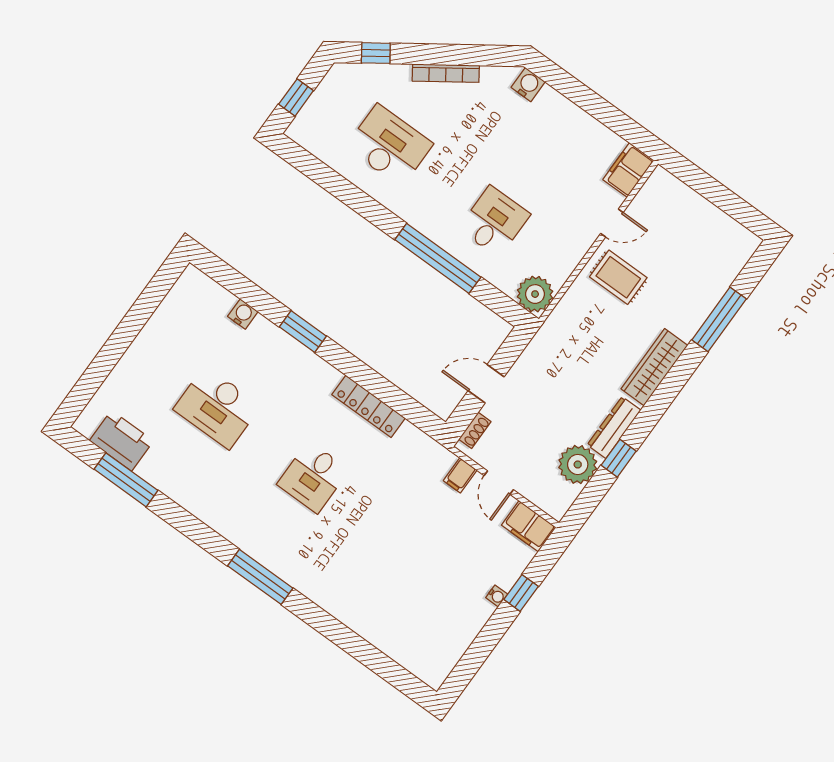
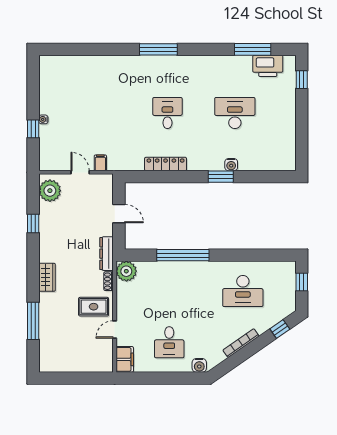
desk: (494, 221) -> (169, 342), moved
water cooler: (243, 314) -> (231, 165), moved
wardrobe: (654, 367) -> (47, 277), width x0.67
door: (486, 384) -> (119, 214), hinge flipped
window: (87, 386) -> (302, 80), added
dresser: (614, 427) -> (107, 254), moved, turned 180
shoe rack: (475, 430) -> (109, 281), moved
plant: (578, 464) -> (50, 191), moved
filing cabinet: (529, 526) -> (52, 162), removed

